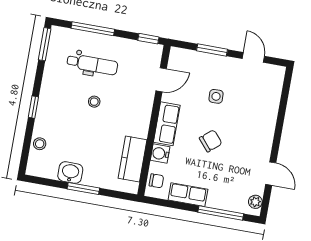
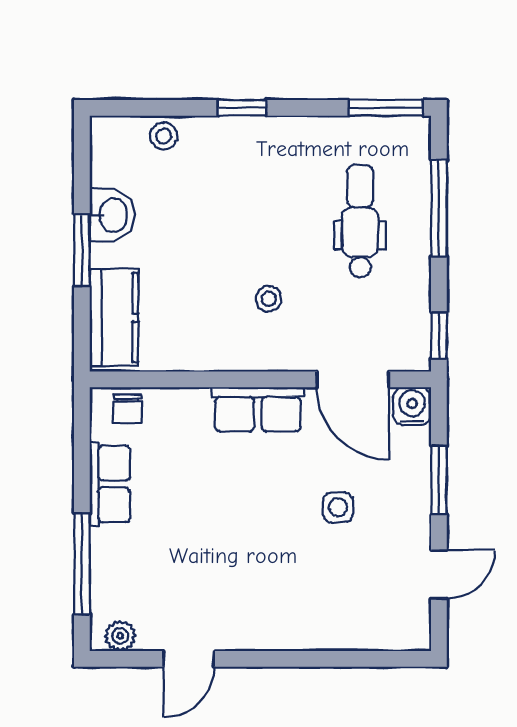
dental chair: (92, 64) -> (360, 221), turned 180
door: (161, 80) -> (353, 379), width x1.38
stool: (94, 102) -> (269, 299), moved
chair: (211, 141) -> (237, 513), removed
water cooler: (160, 154) -> (412, 406), moved
kitchen counter: (133, 159) -> (114, 317), moved, turned 90

